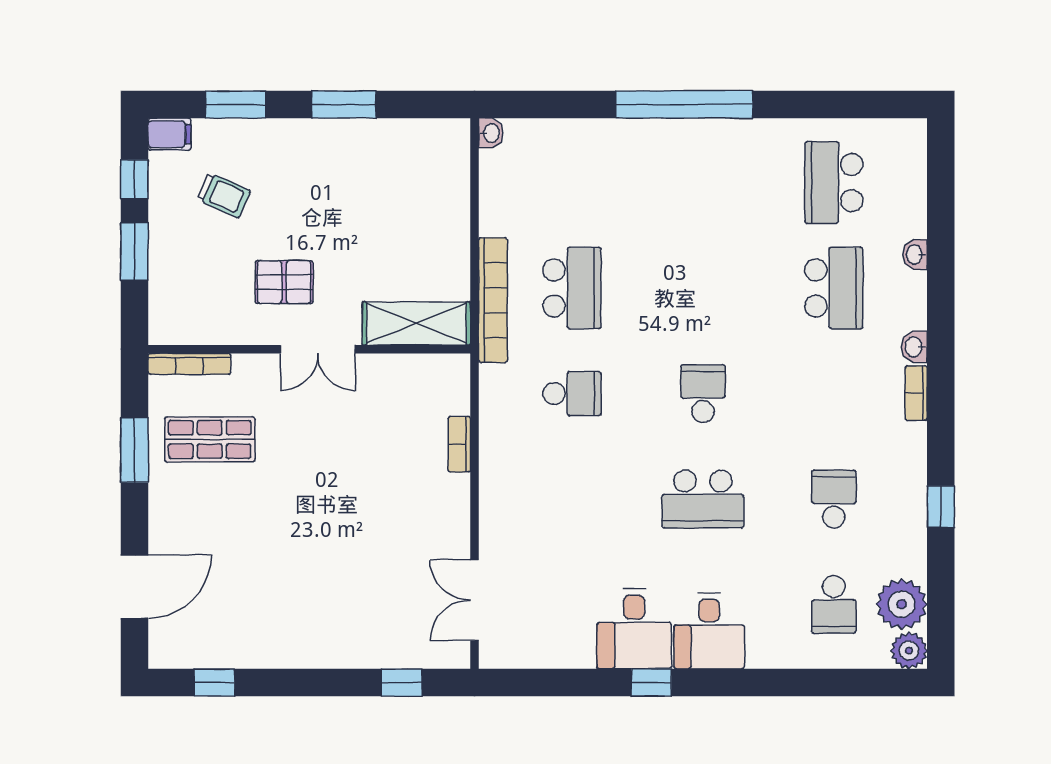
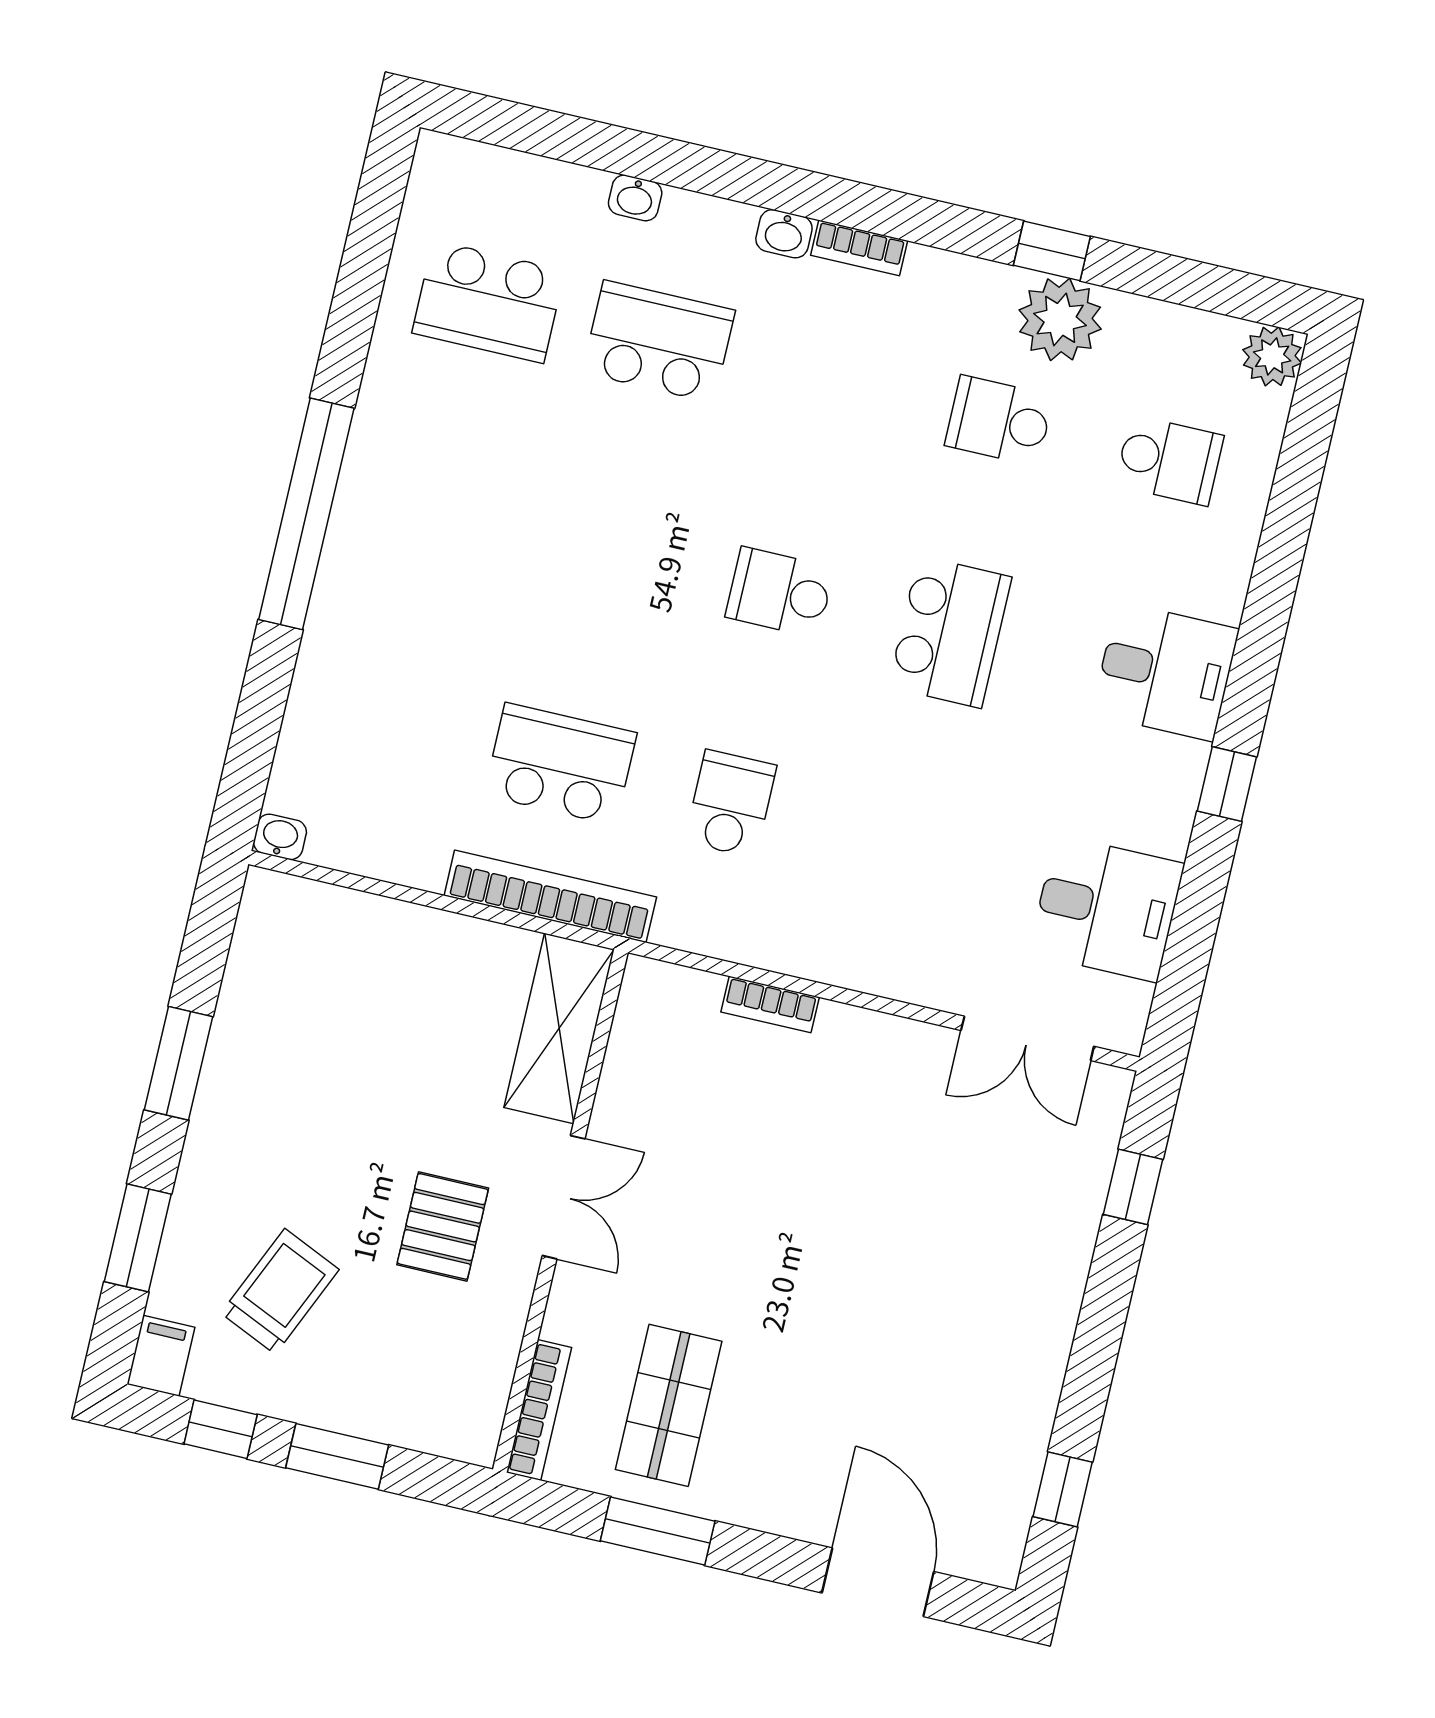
trolley: (224, 195) -> (280, 1291), width x1.36, depth x1.39
plant: (902, 604) -> (1060, 319), moved
desk: (634, 629) -> (1107, 908), moved

